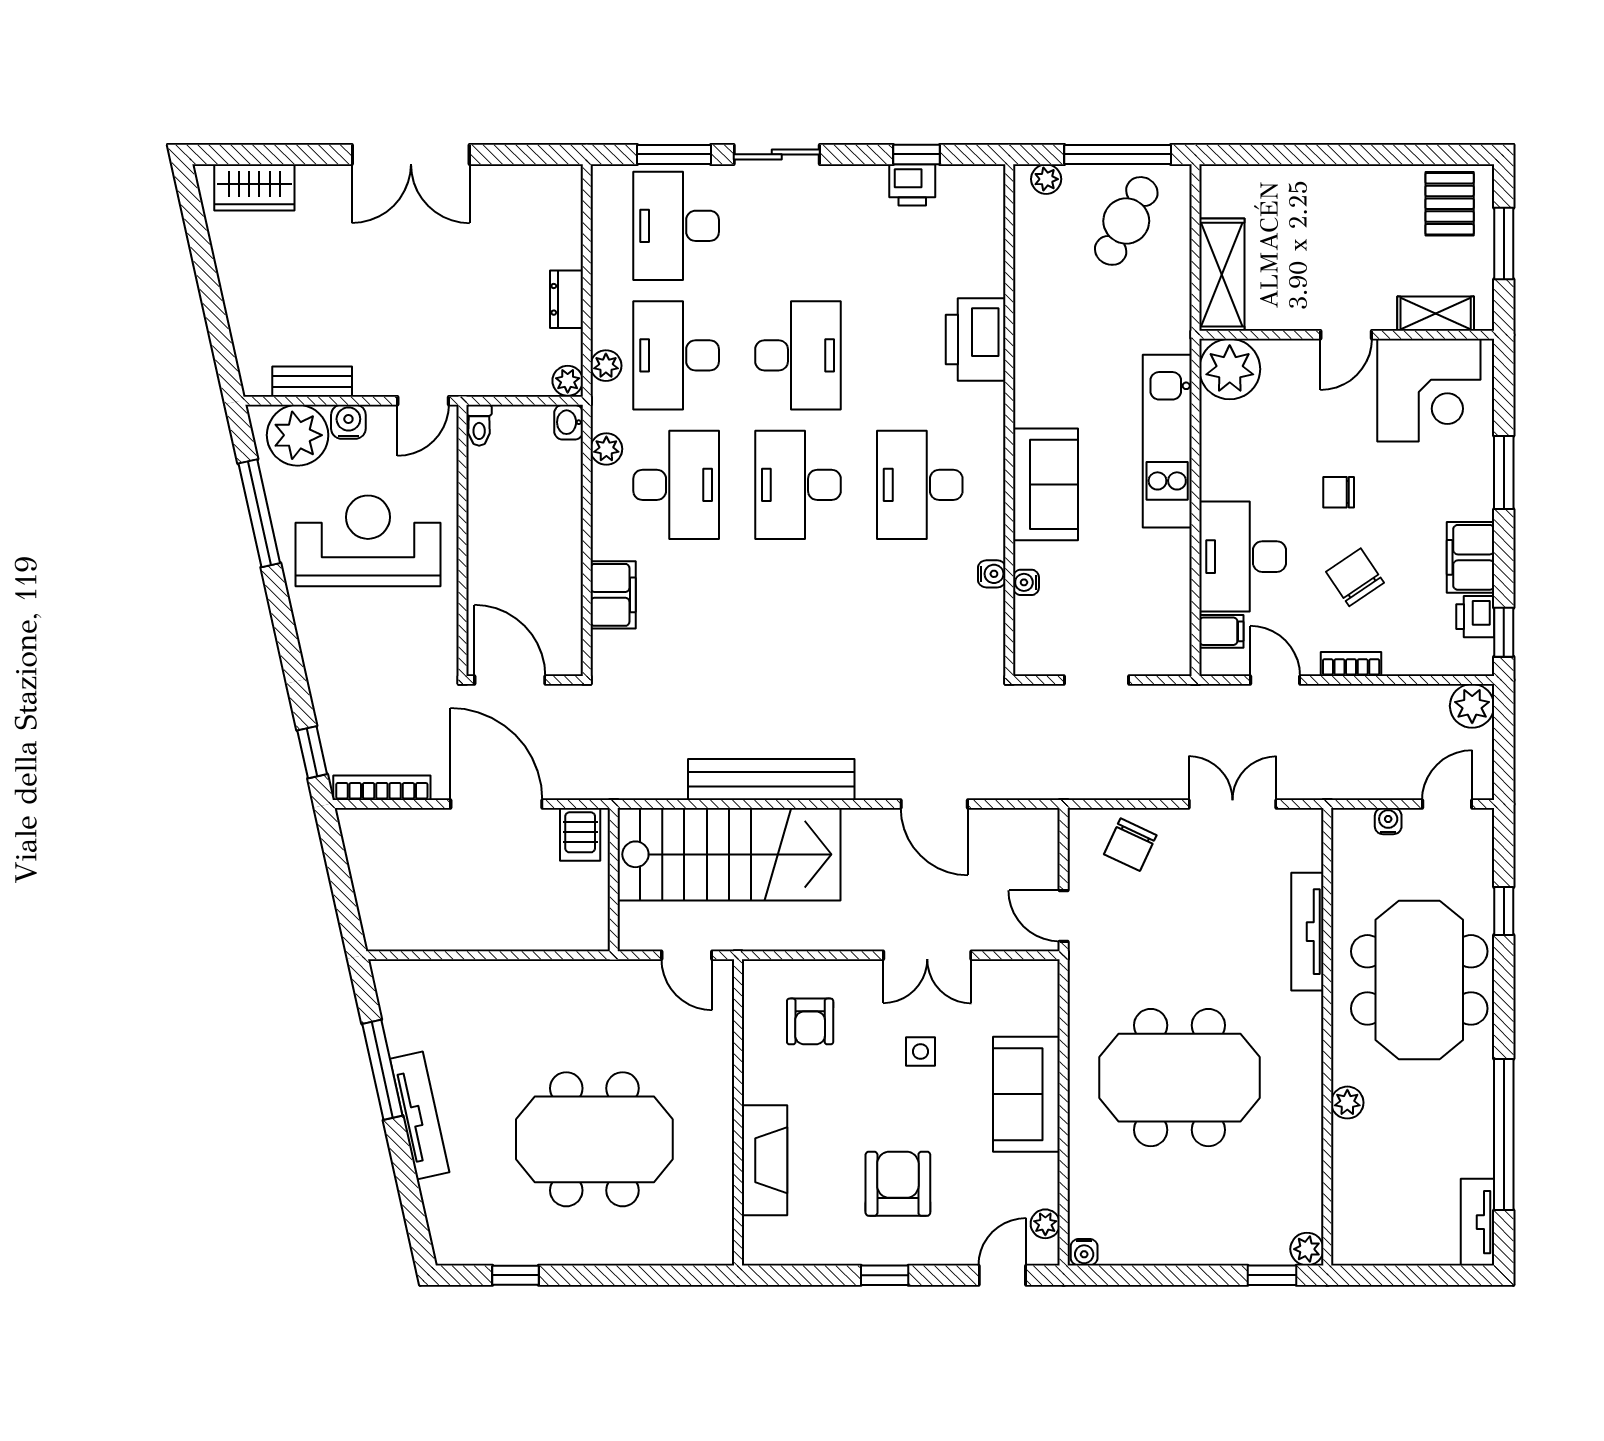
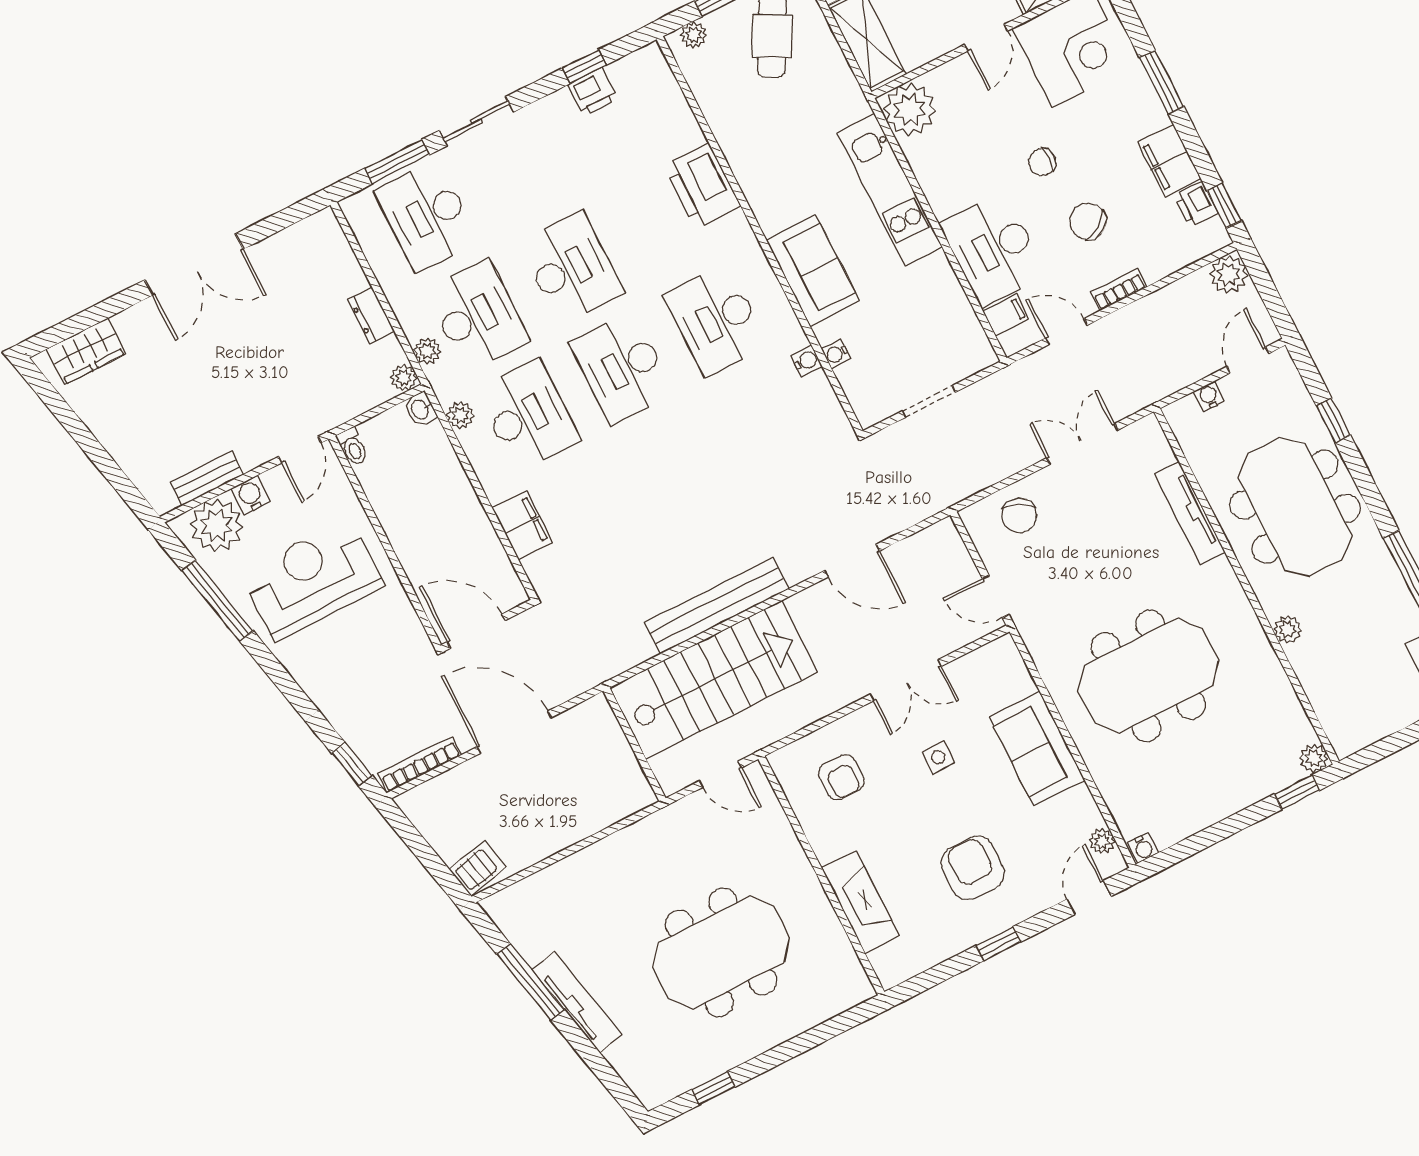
desk: (676, 355) -> (477, 316), turned 180
server rack: (580, 834) -> (478, 868), moved, turned -102

